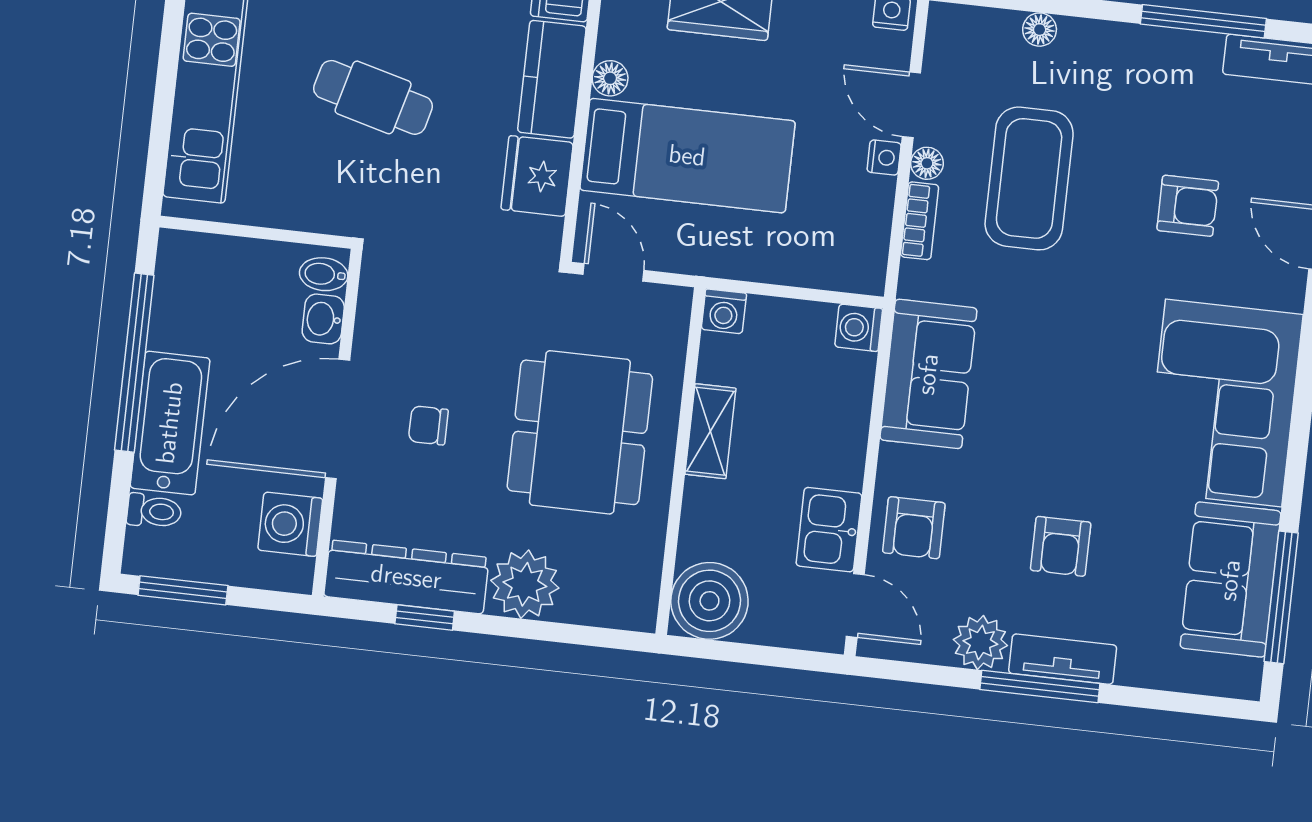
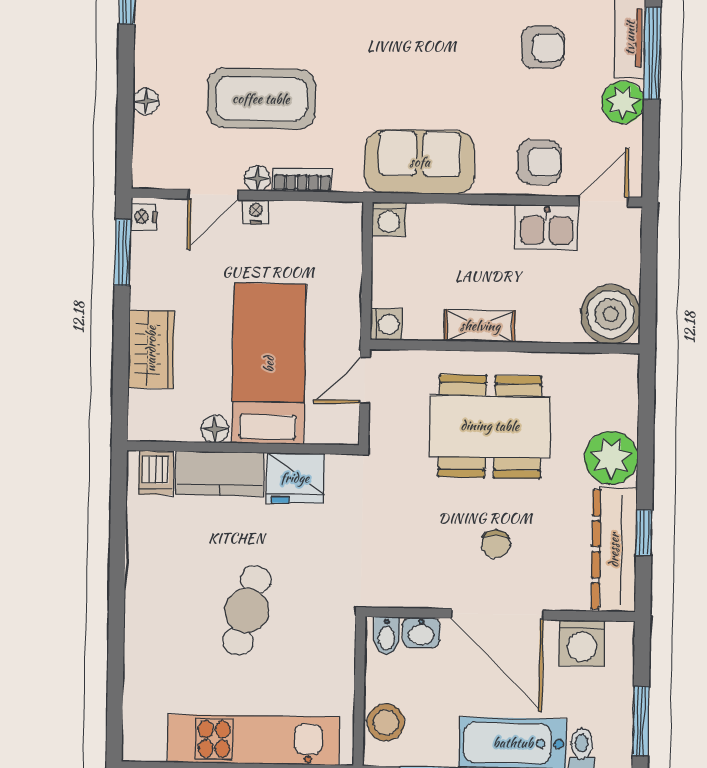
stool: (212, 262) -> (386, 722), added
door: (613, 272) -> (365, 380), moved

